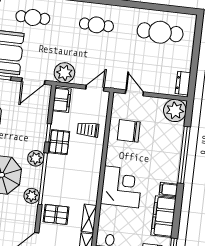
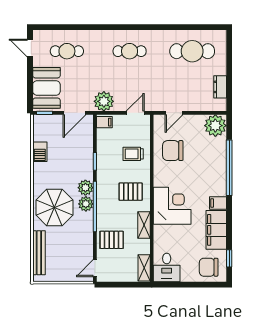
dresser: (183, 83) -> (220, 87), moved
door: (134, 93) -> (174, 113), swing flipped
filing cabinet: (62, 100) -> (104, 122), width x0.50
pallet: (59, 142) -> (131, 192), moved, turned 90
plant: (32, 196) -> (86, 204), moved
shelving: (89, 218) -> (144, 225), moved

